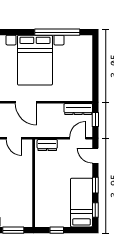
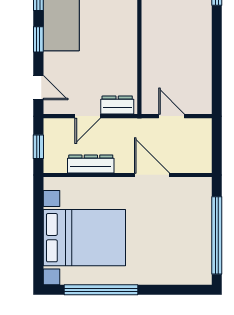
bed with nightstands: (35, 60) -> (84, 238), moved, turned 90
dresser: (78, 109) -> (91, 164), moved
door: (78, 138) -> (88, 116), moved

